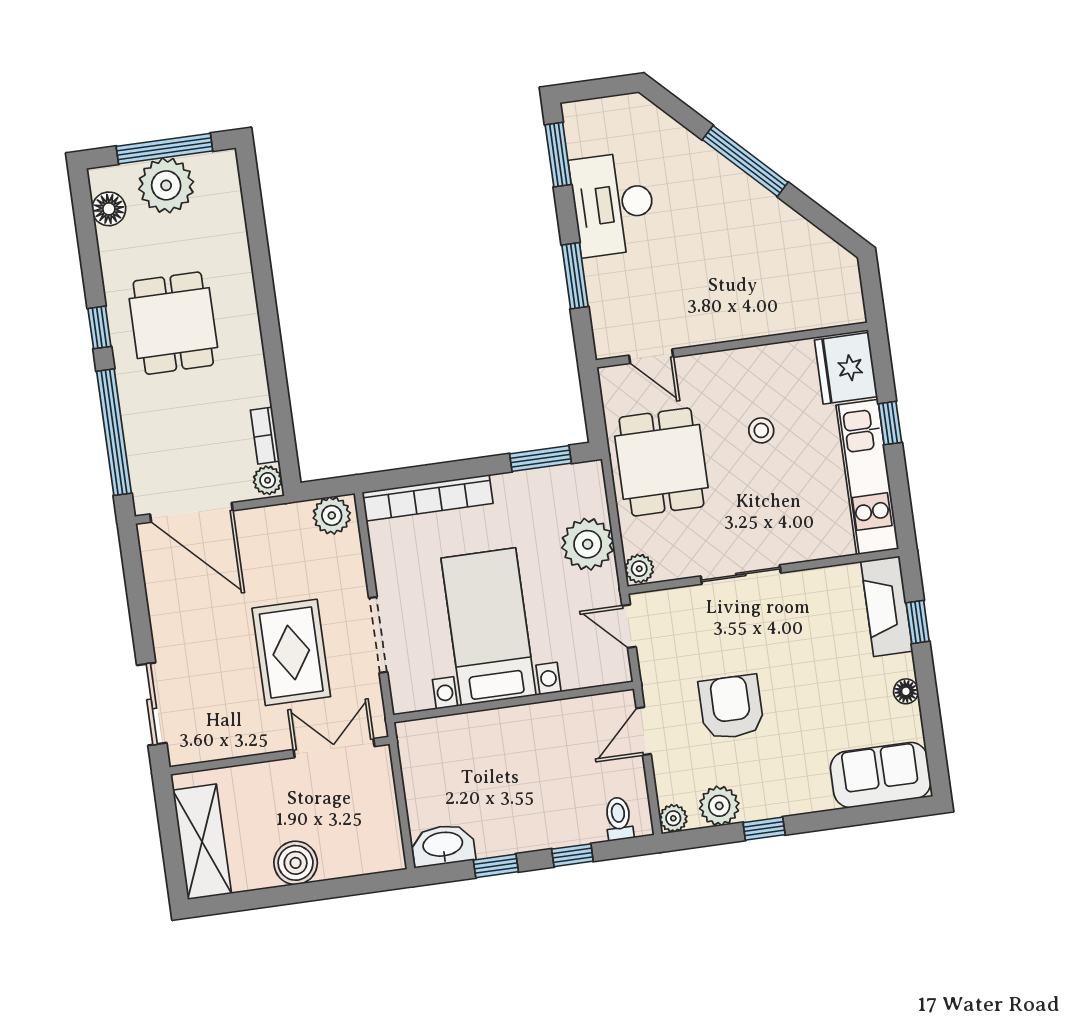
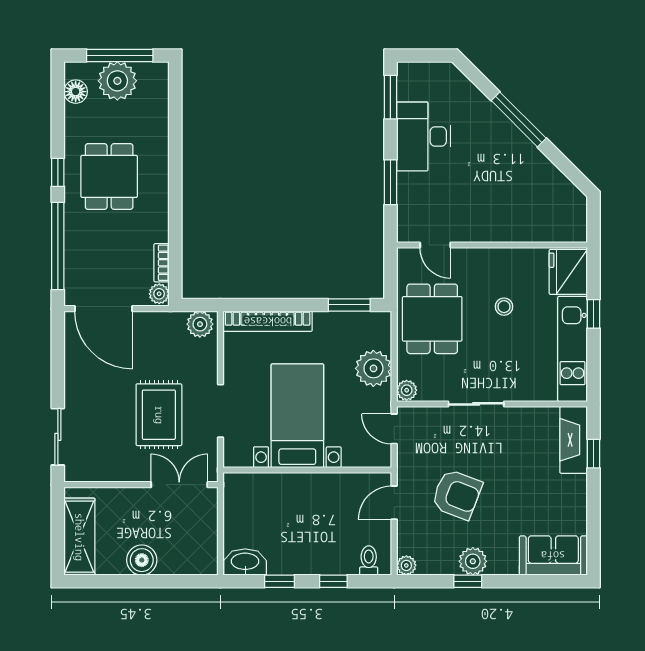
floor lamp: (906, 691) -> (579, 500), removed
armchair: (731, 707) -> (457, 494), turned 111
plant: (719, 806) -> (473, 561), moved

